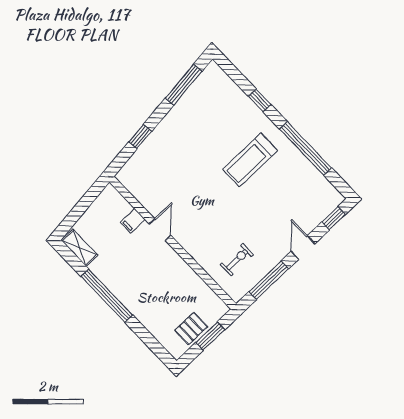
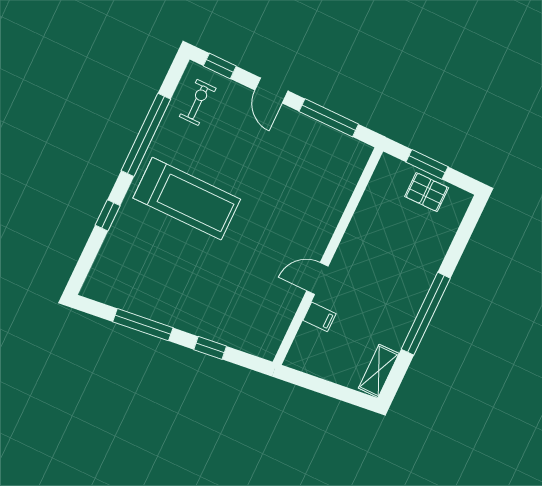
window: (184, 85) -> (143, 325), moved
treadmill: (250, 160) -> (187, 199), width x1.37, depth x1.38
door: (303, 248) -> (271, 90), hinge flipped
exercise bike: (237, 260) -> (198, 102), moved, turned 90

